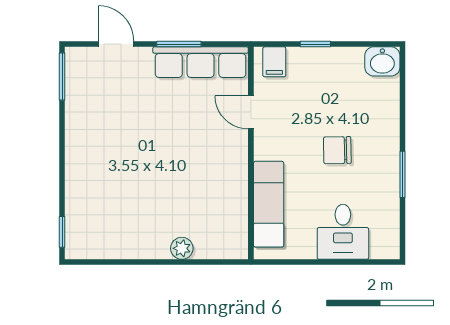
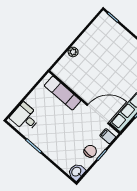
door: (251, 112) -> (98, 114), width x1.87
chair: (337, 150) -> (90, 151), moved
desk: (343, 232) -> (25, 117), moved

